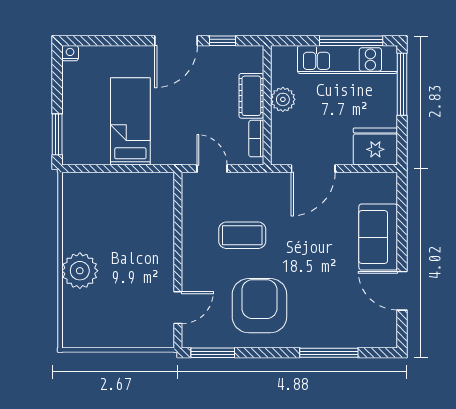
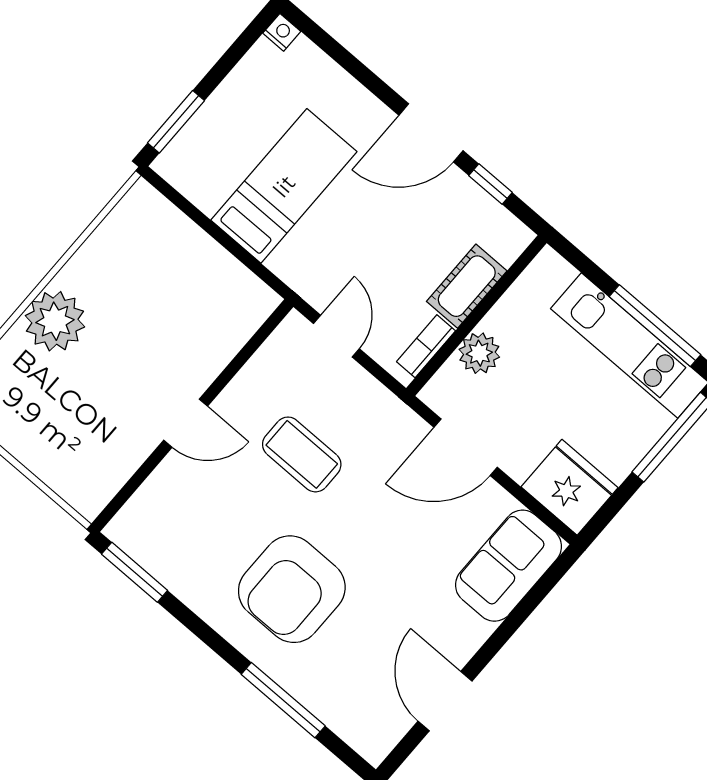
plant: (283, 99) -> (479, 353), moved
sofa: (378, 237) -> (509, 566), moved
armchair: (259, 306) -> (292, 589), moved, turned 180
door: (178, 308) -> (186, 423), moved

